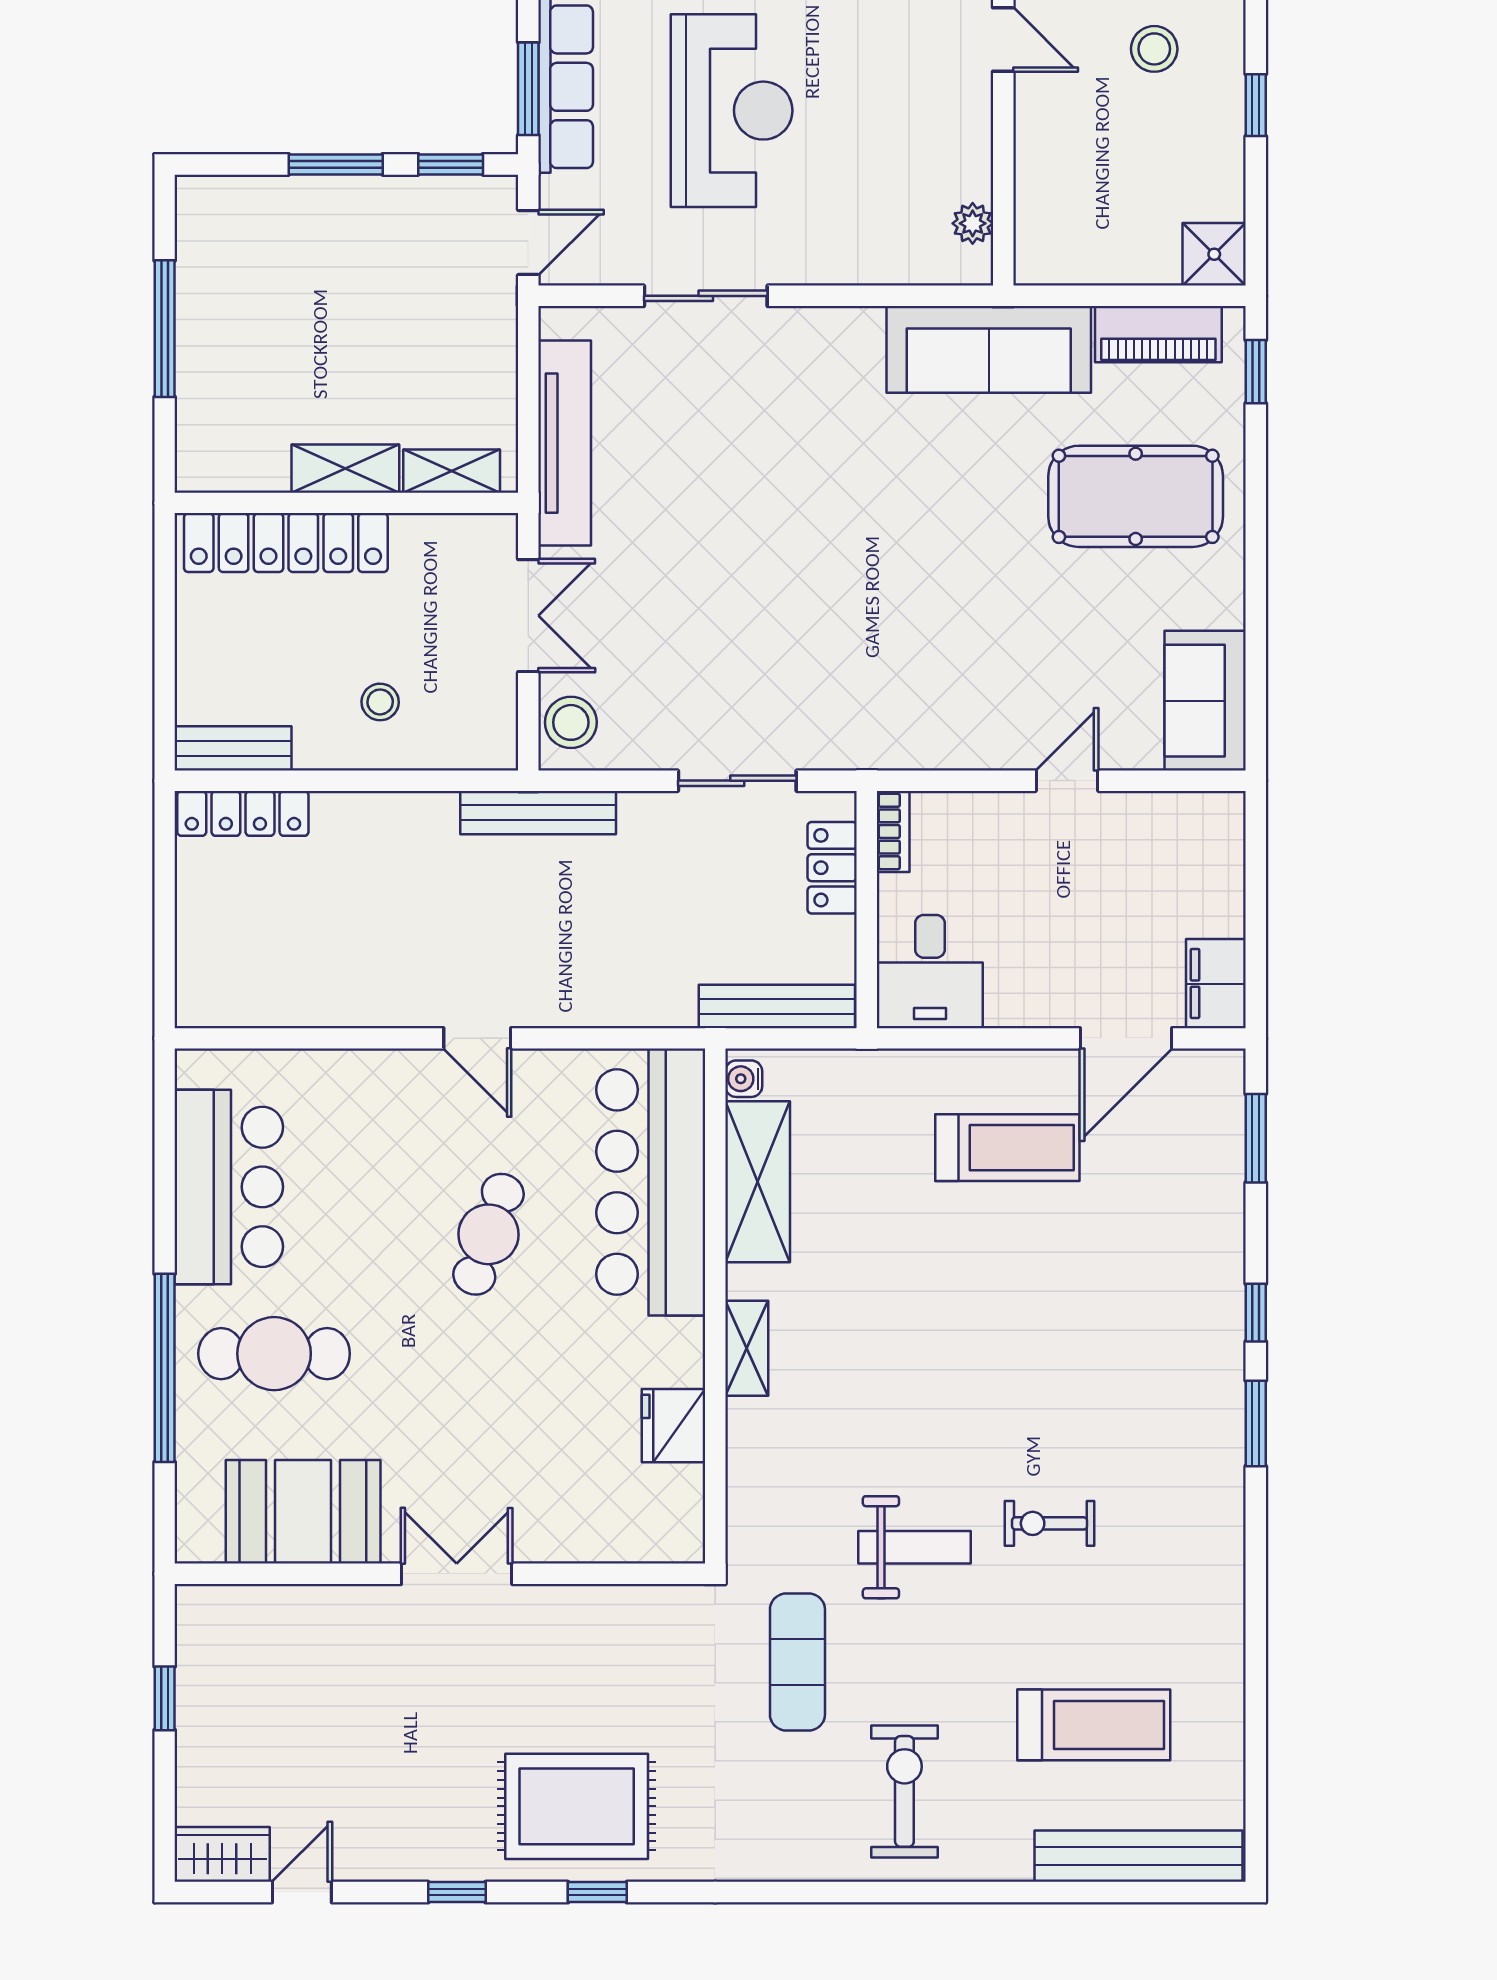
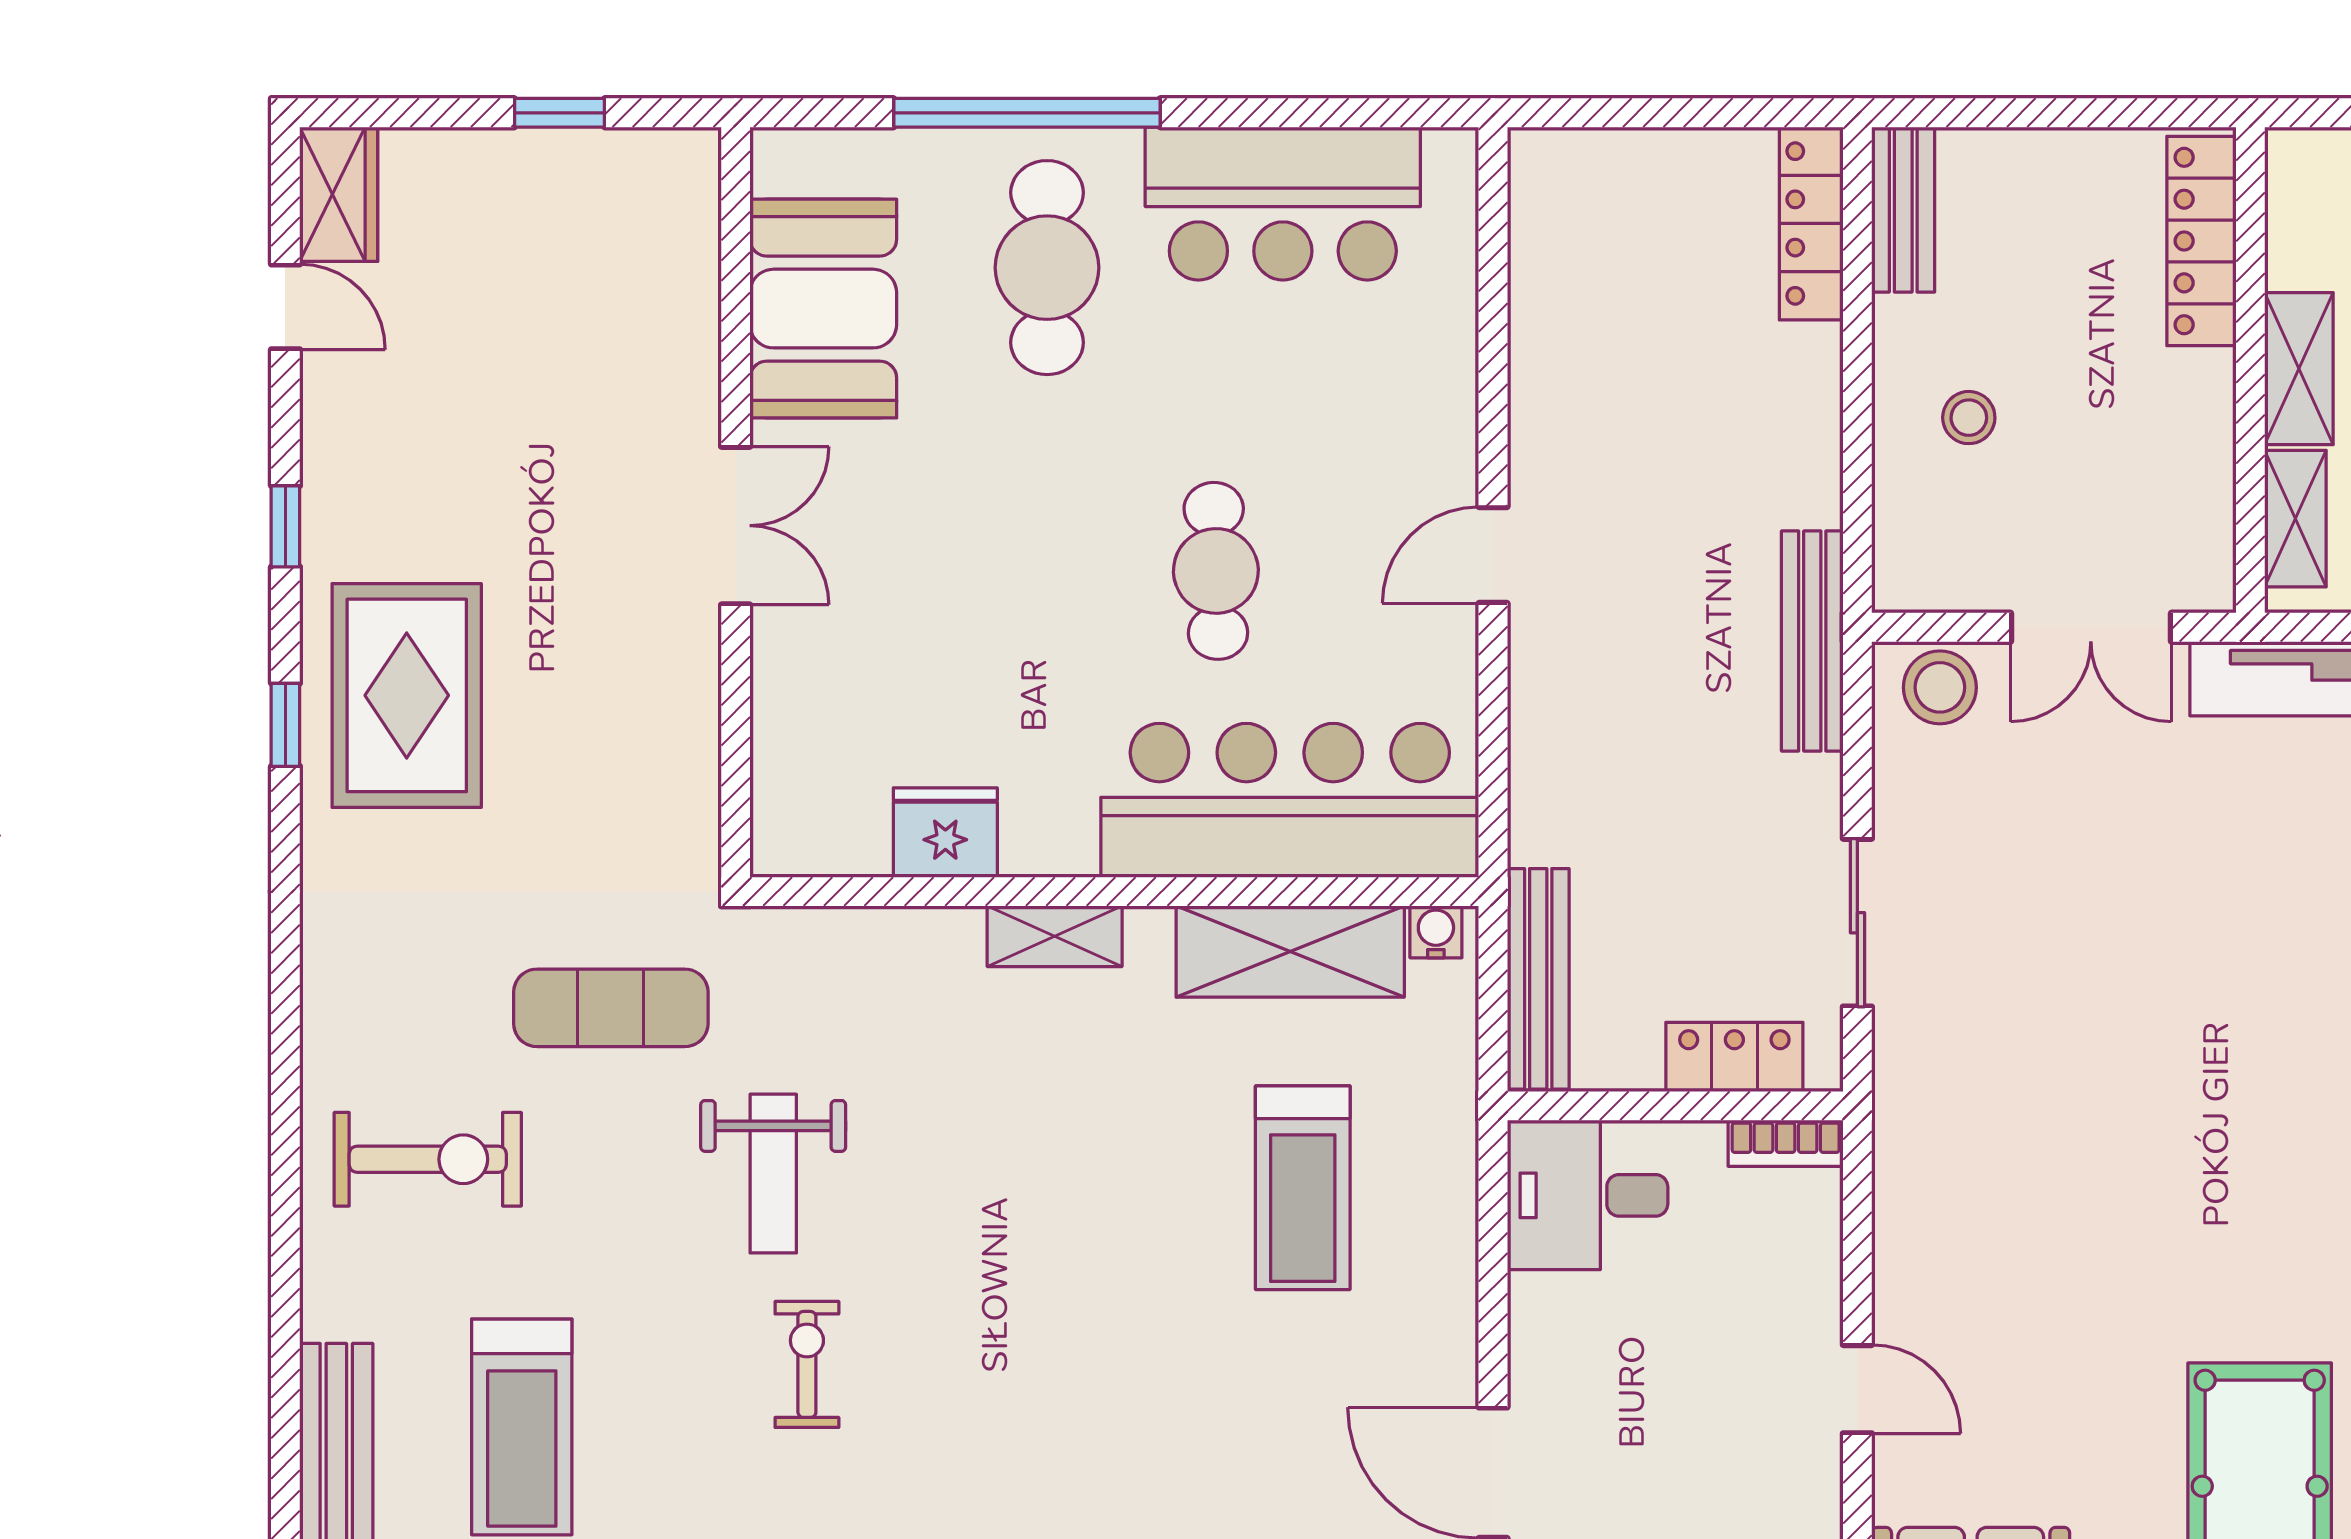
locker: (286, 543) -> (2201, 241), width x0.71, depth x0.83
treadmill: (1007, 1148) -> (1303, 1188), moved
cafe table: (489, 1234) -> (1216, 571), turned 69

